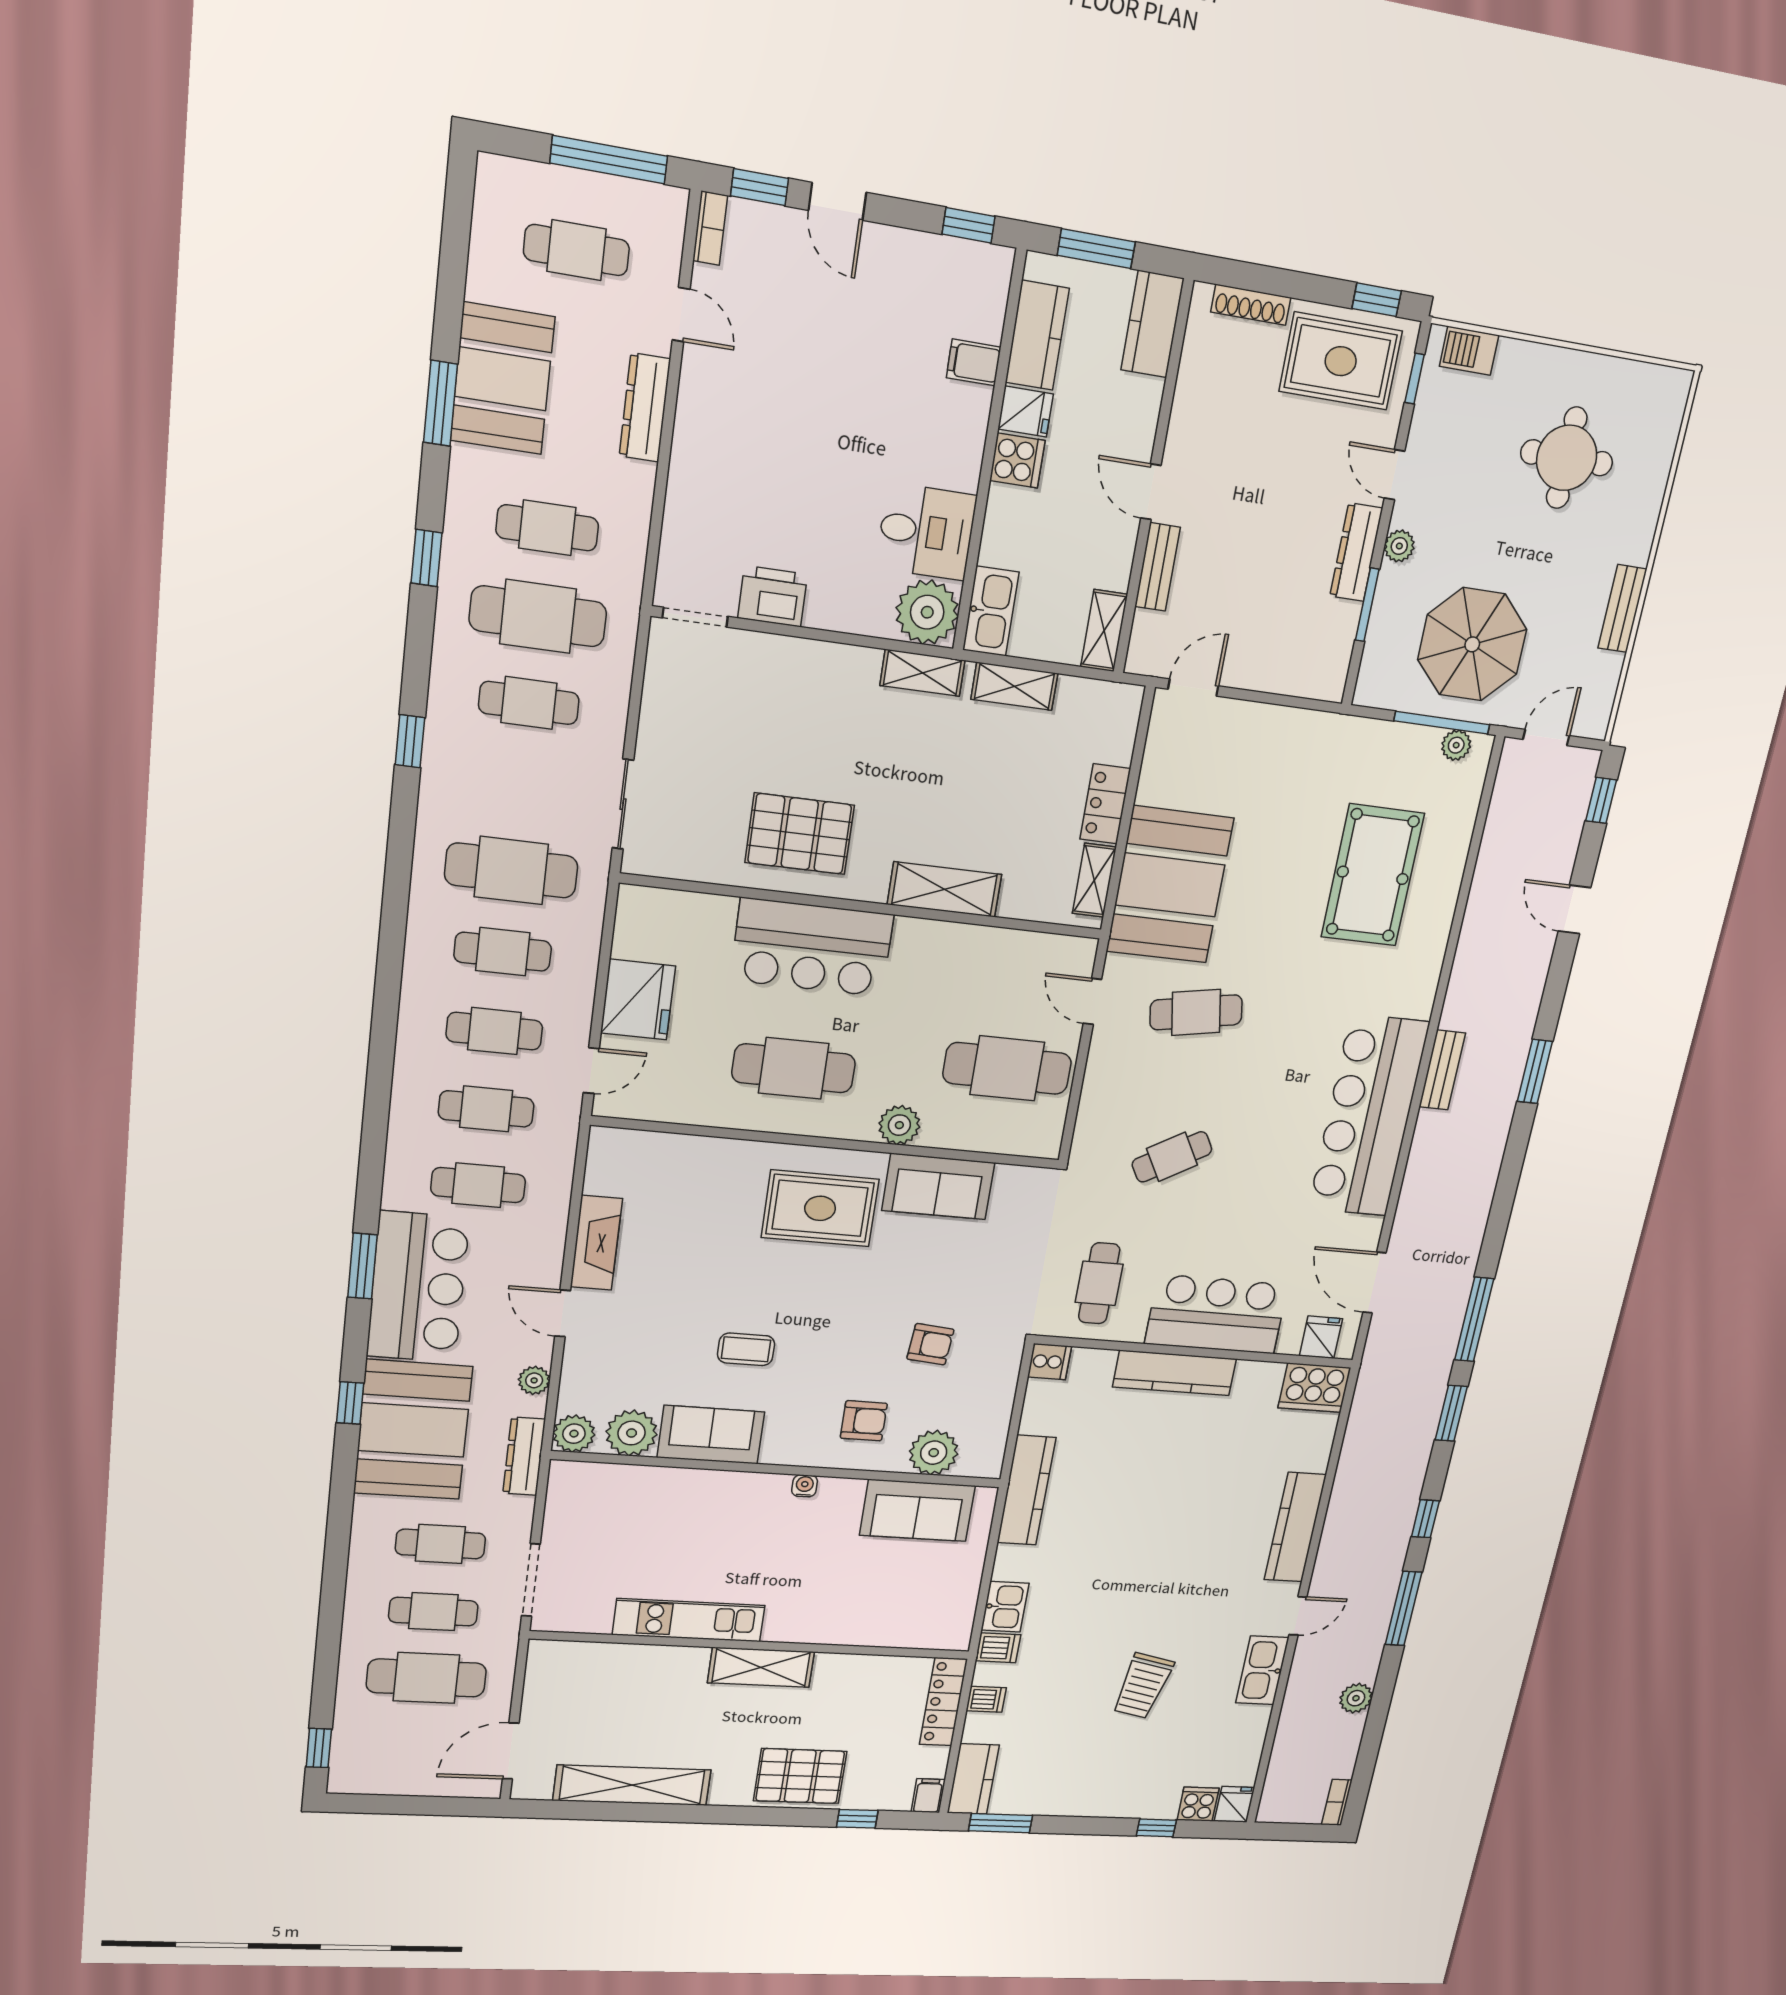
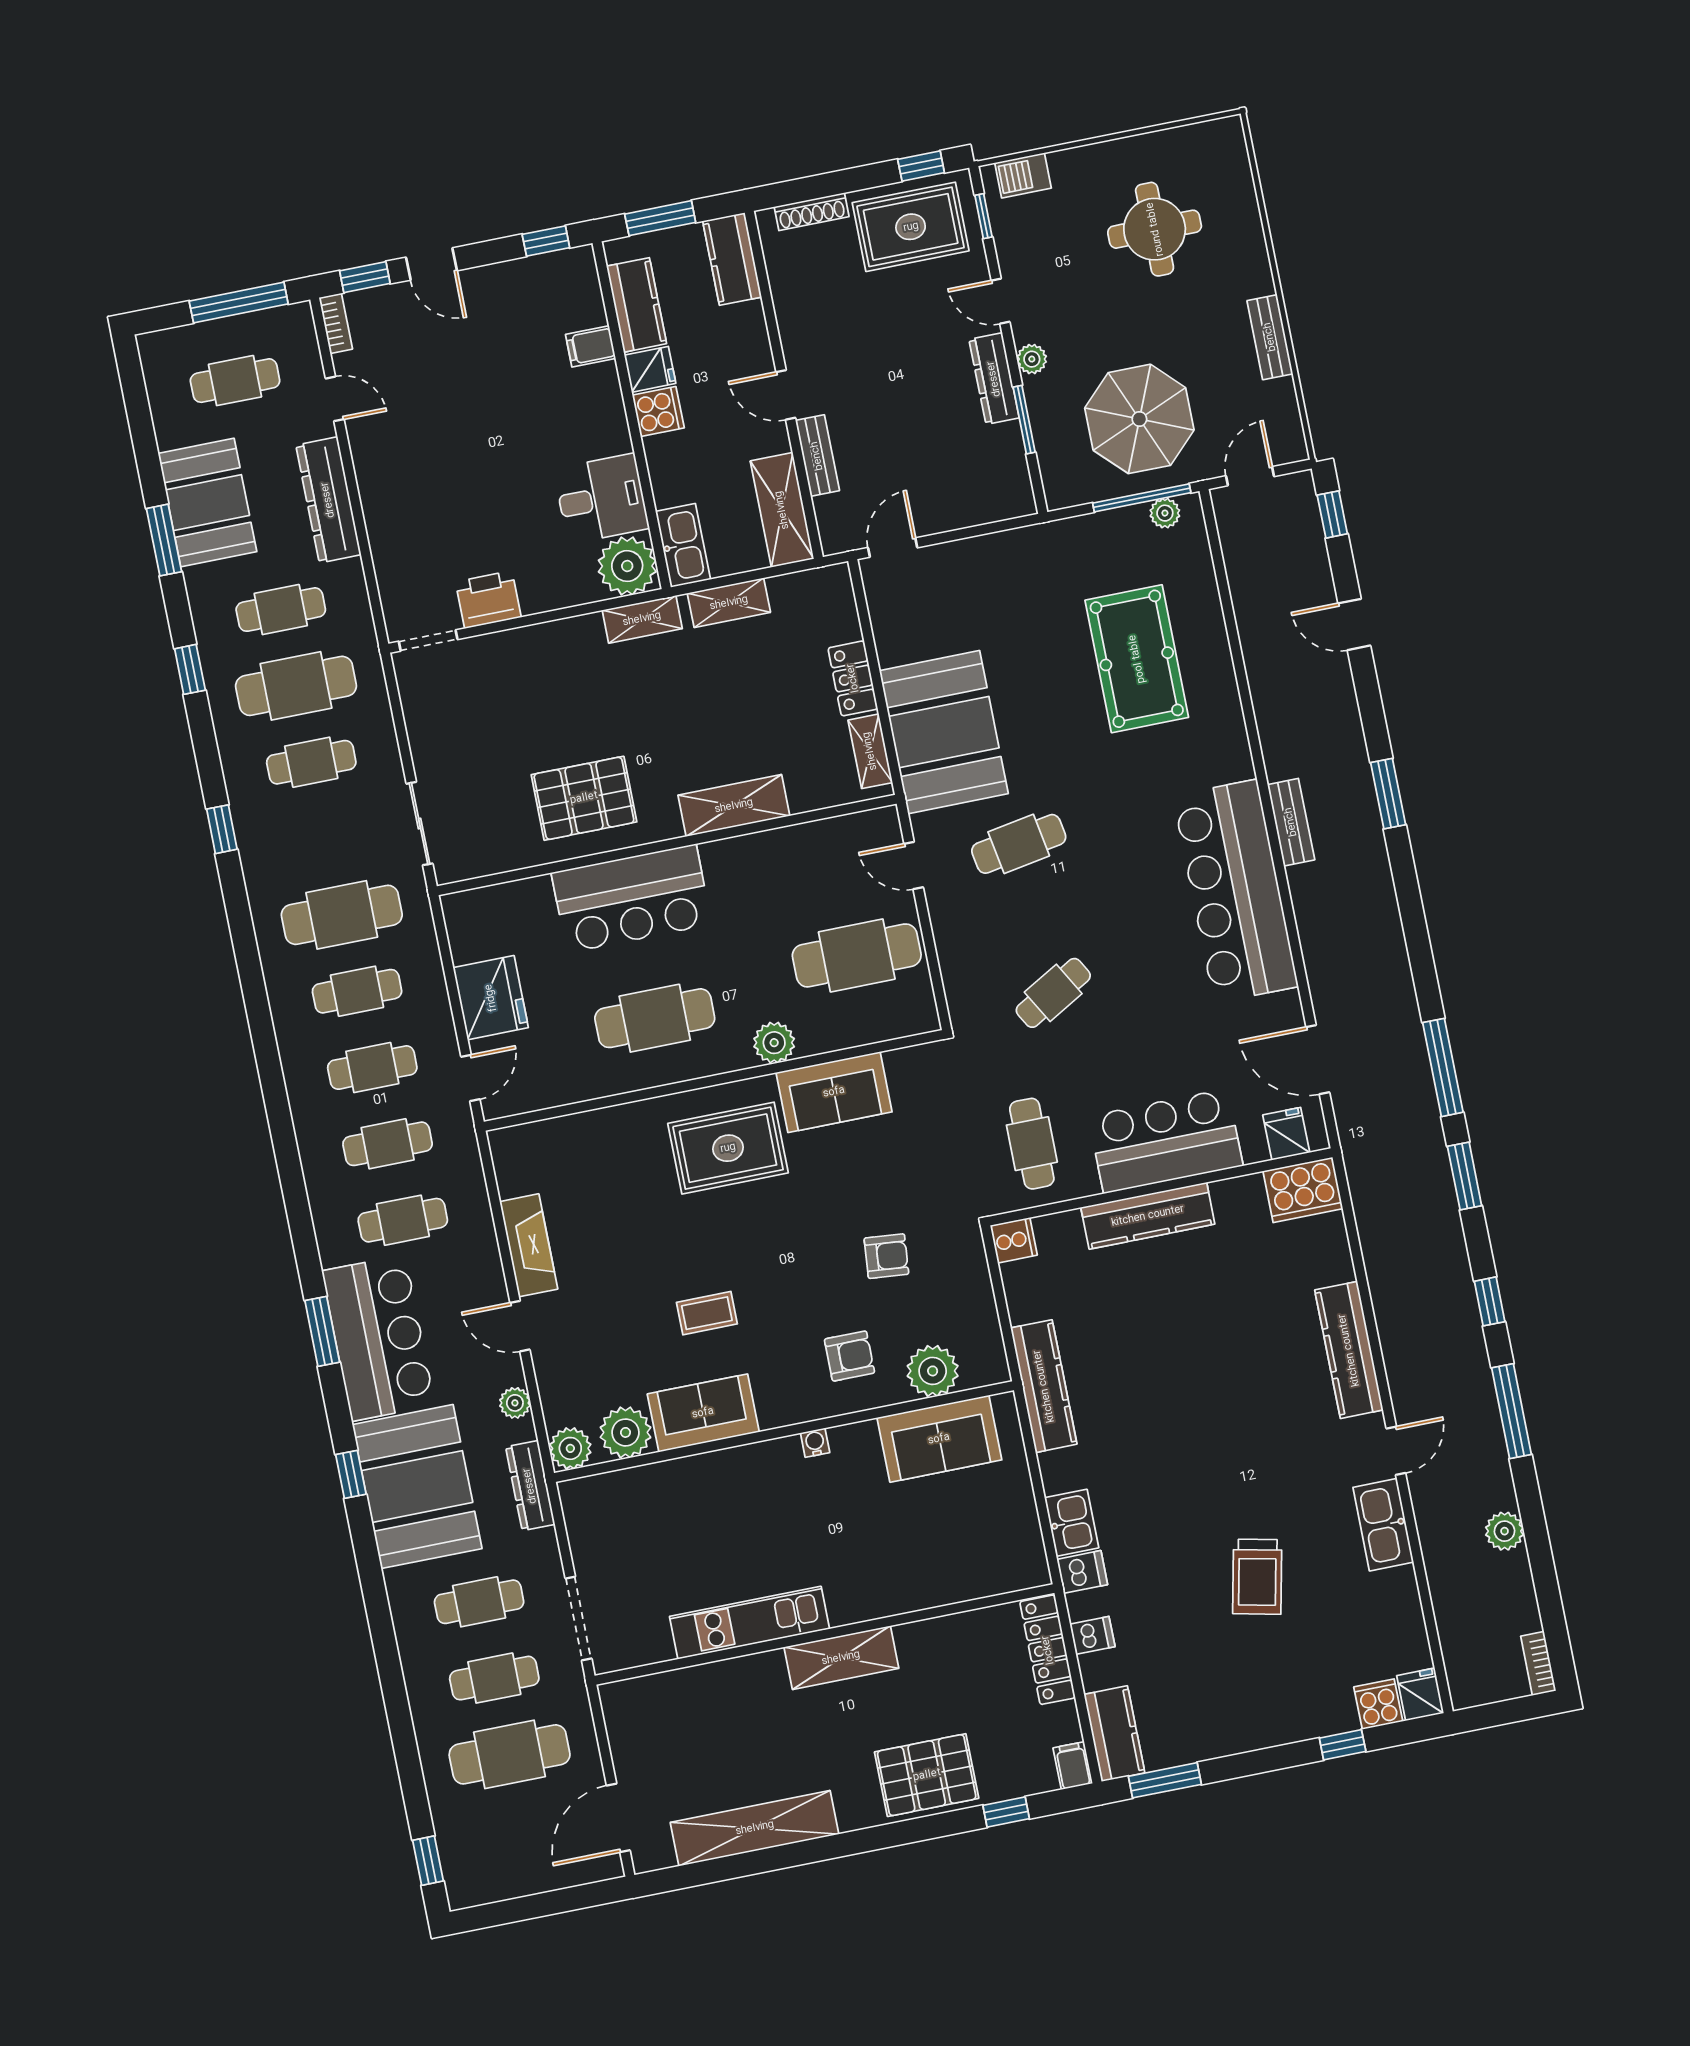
dresser: (645, 408) -> (328, 500), width x1.37, depth x1.24
shelving: (1104, 631) -> (782, 510), width x1.50, depth x1.33

